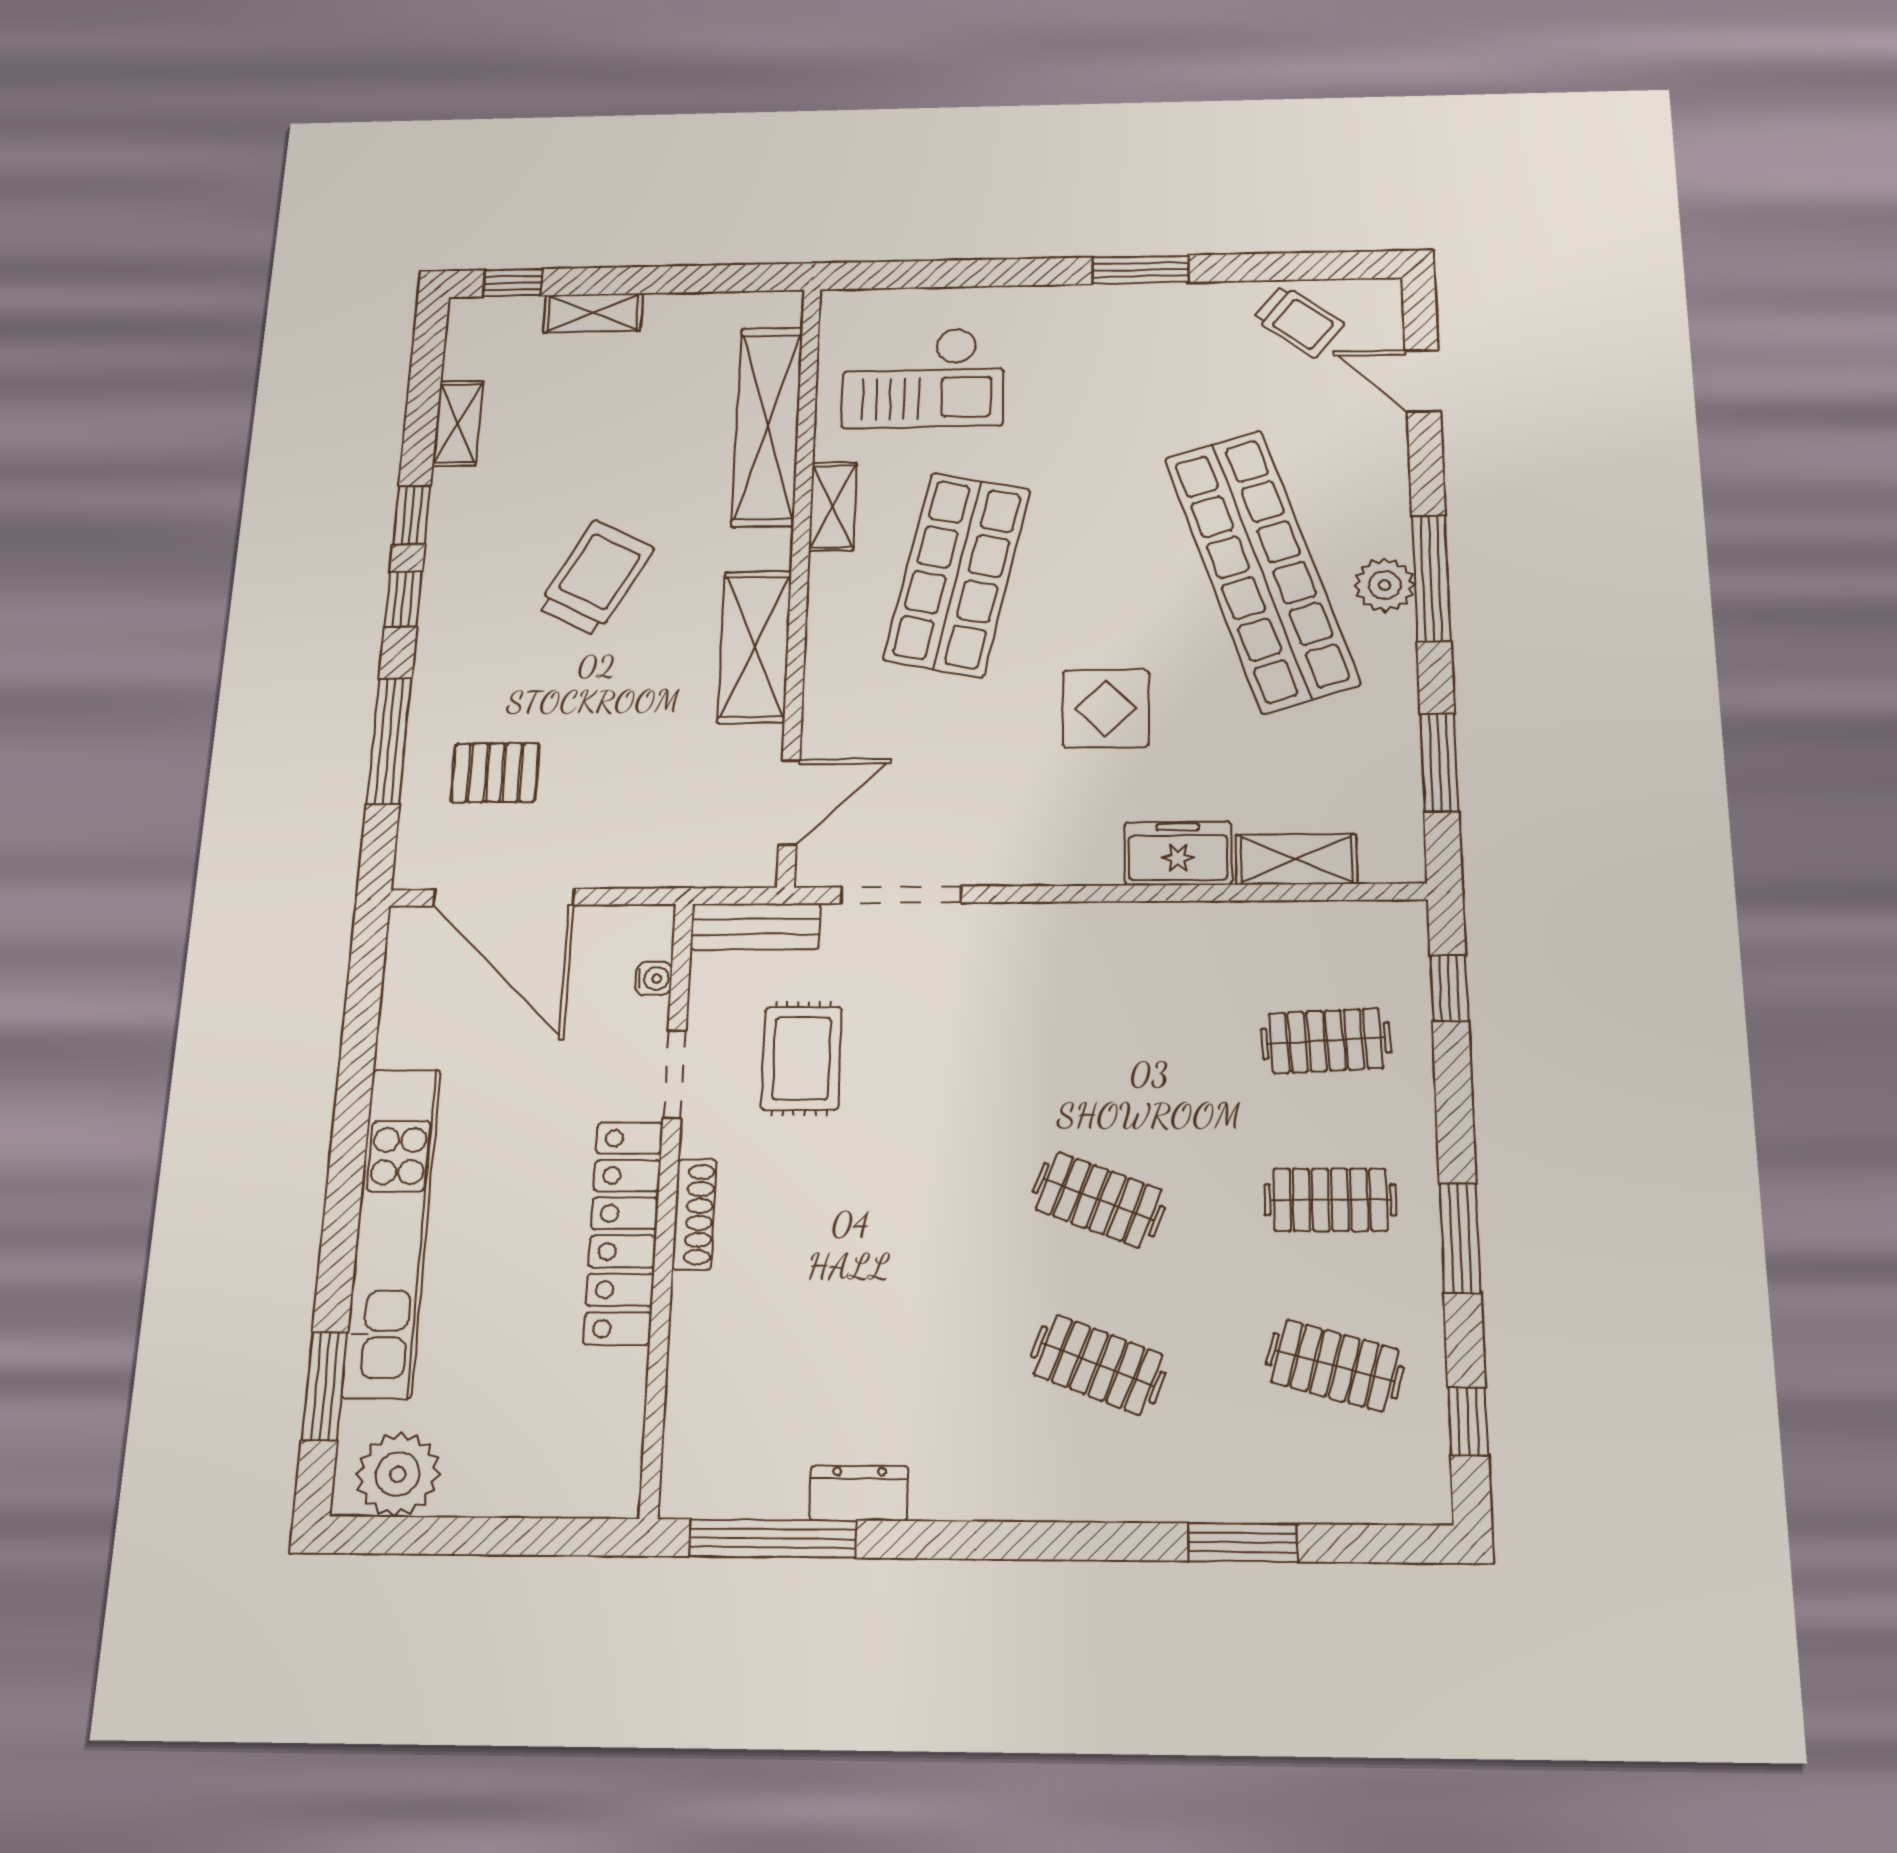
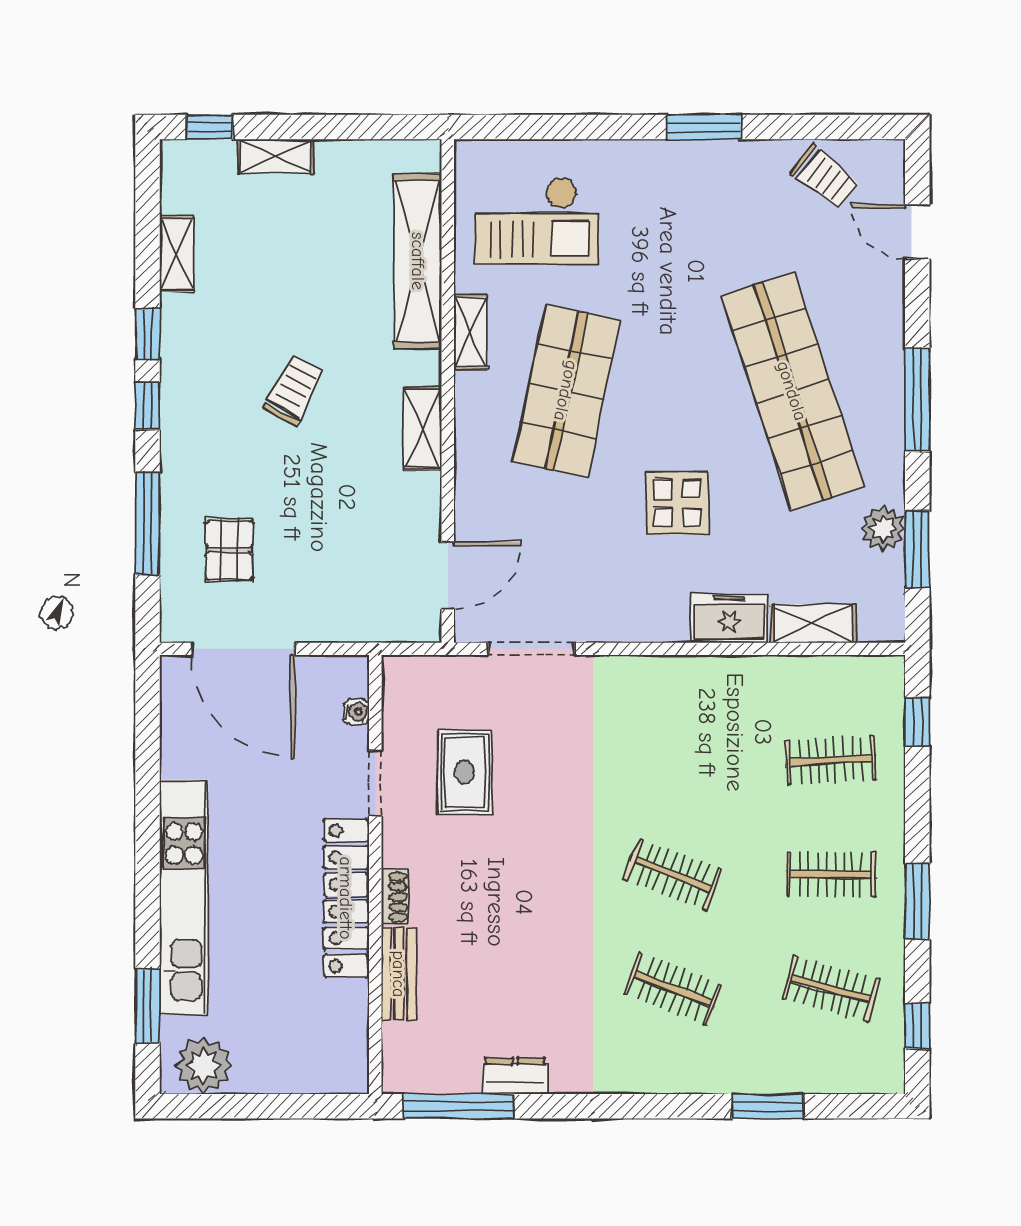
trolley: (596, 578) -> (293, 390), width x0.73, depth x0.72
plant: (1385, 585) -> (883, 528), moved
shelving: (755, 647) -> (423, 428), width x0.67, depth x0.75
pallet: (495, 773) -> (229, 550), turned 90
bench: (756, 927) -> (399, 974), moved, turned 90
shoe rack: (694, 1214) -> (395, 897), width x0.70

